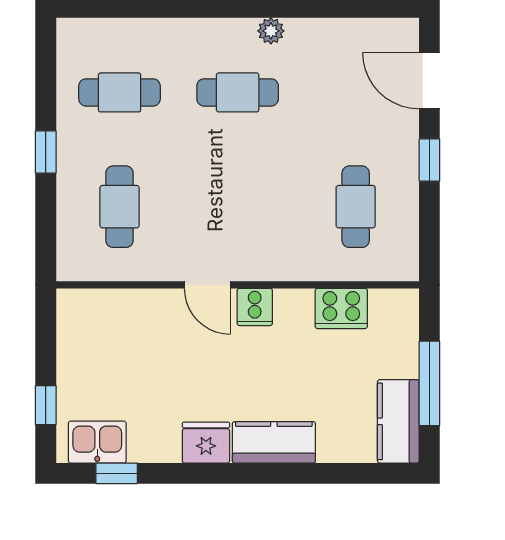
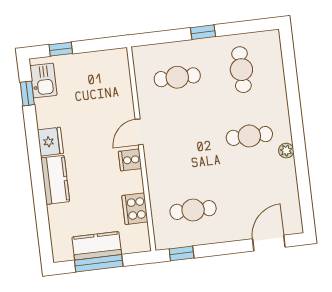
cafe table: (238, 92) -> (249, 136), turned 90
window: (429, 160) -> (182, 253), moved
kitchen counter: (398, 421) -> (97, 246), moved

